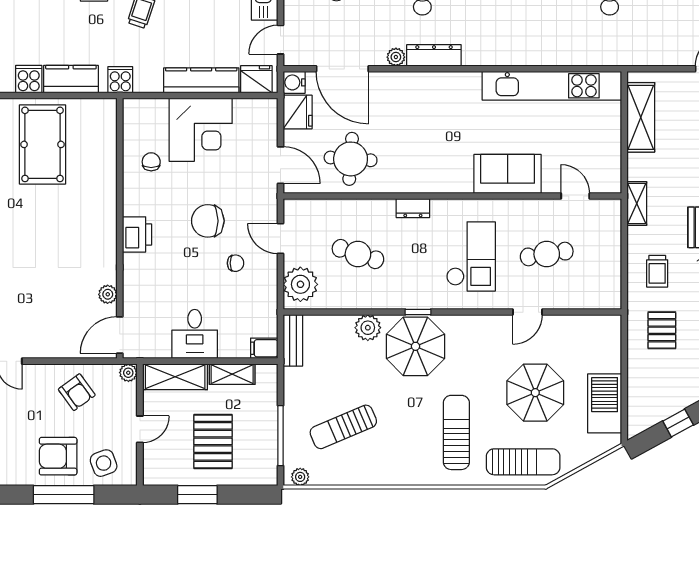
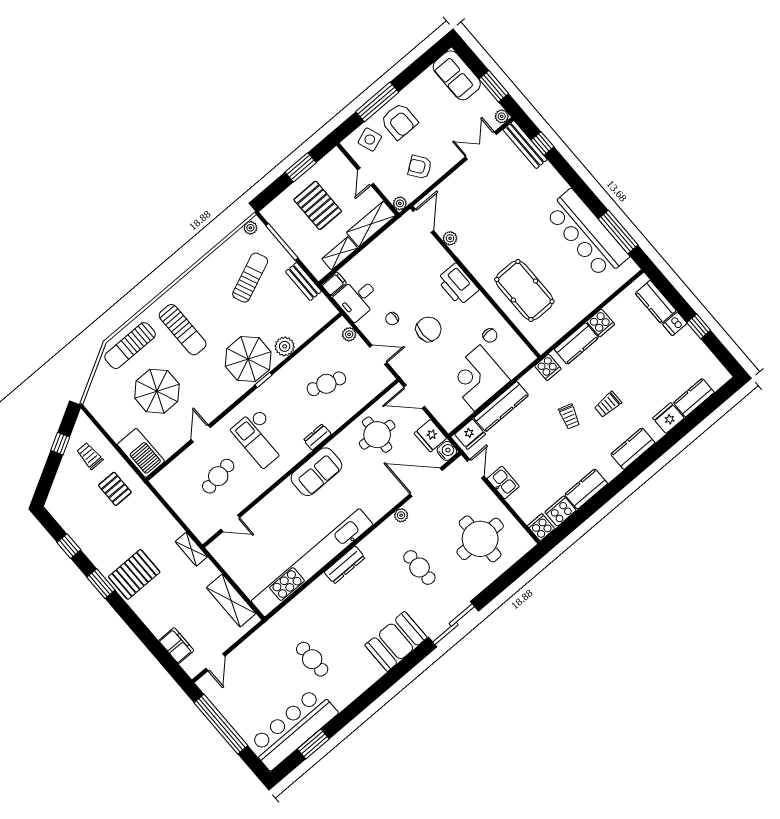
dresser: (434, 55) -> (345, 565), moved
kitchen unit: (552, 86) -> (312, 563), width x1.36
pool table: (43, 144) -> (524, 291), moved
sofa: (508, 174) -> (316, 472), moved
printer: (137, 234) -> (458, 284), width x1.37, depth x1.19
trolley: (657, 271) -> (90, 456), moved
plant: (300, 284) -> (349, 334), width x0.53, depth x0.53
desk: (195, 334) -> (357, 298), moved, turned -90
bench: (293, 340) -> (303, 282), moved
barbecue: (605, 403) -> (141, 453), moved
armchair: (58, 456) -> (399, 121), turned 90

